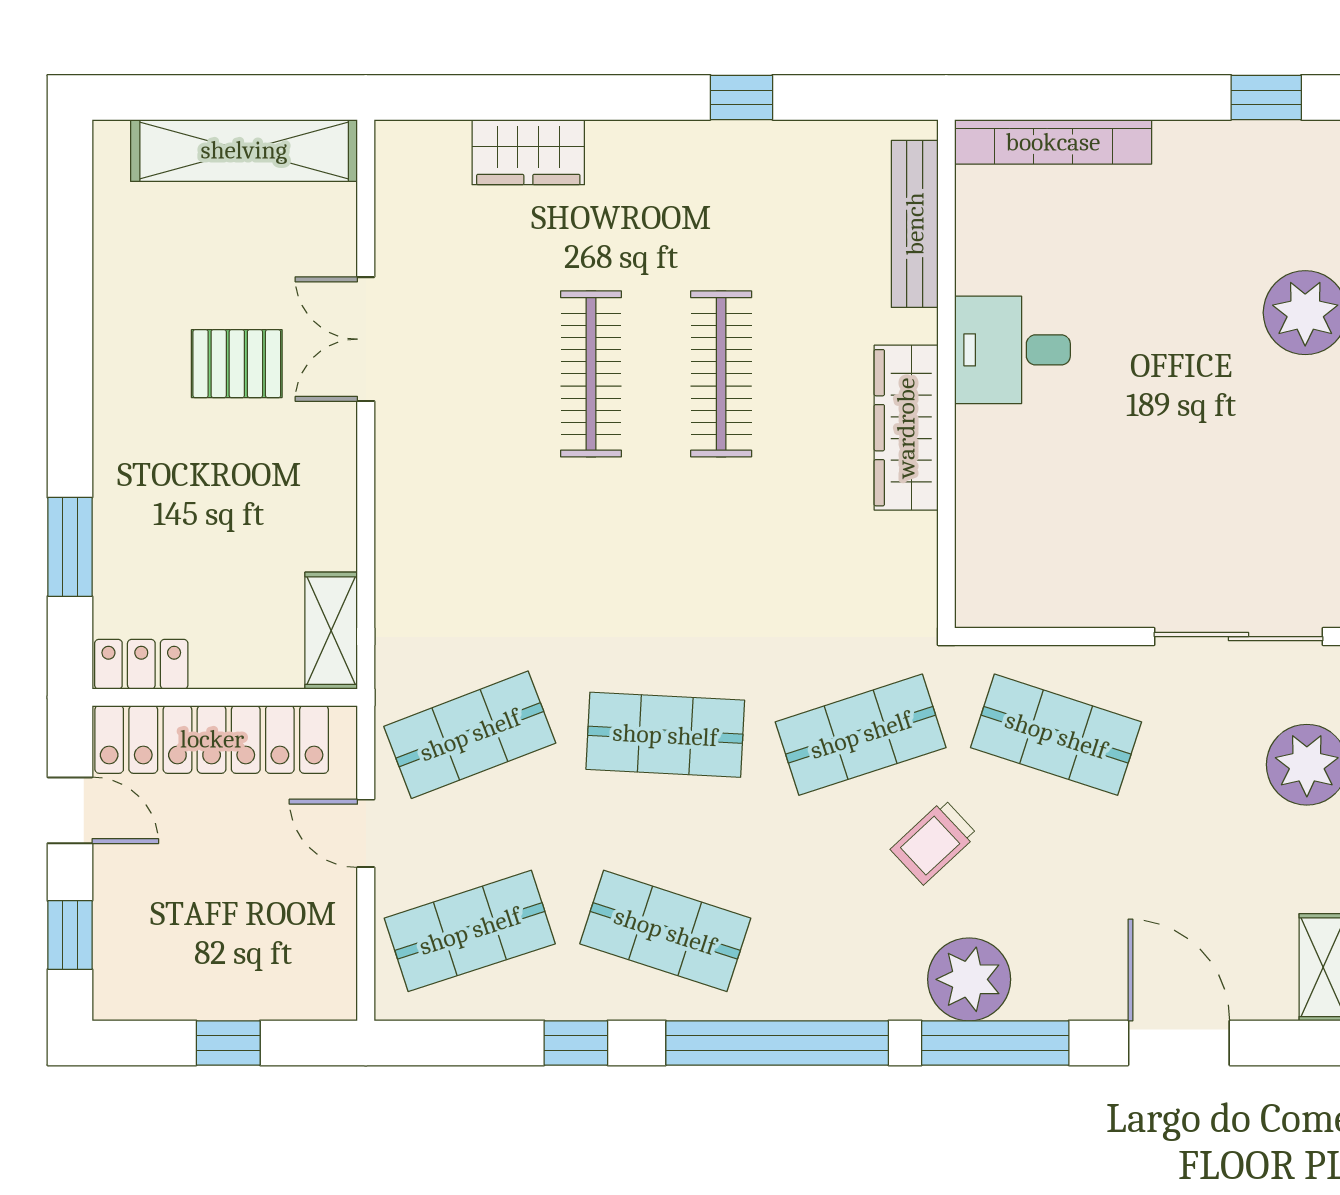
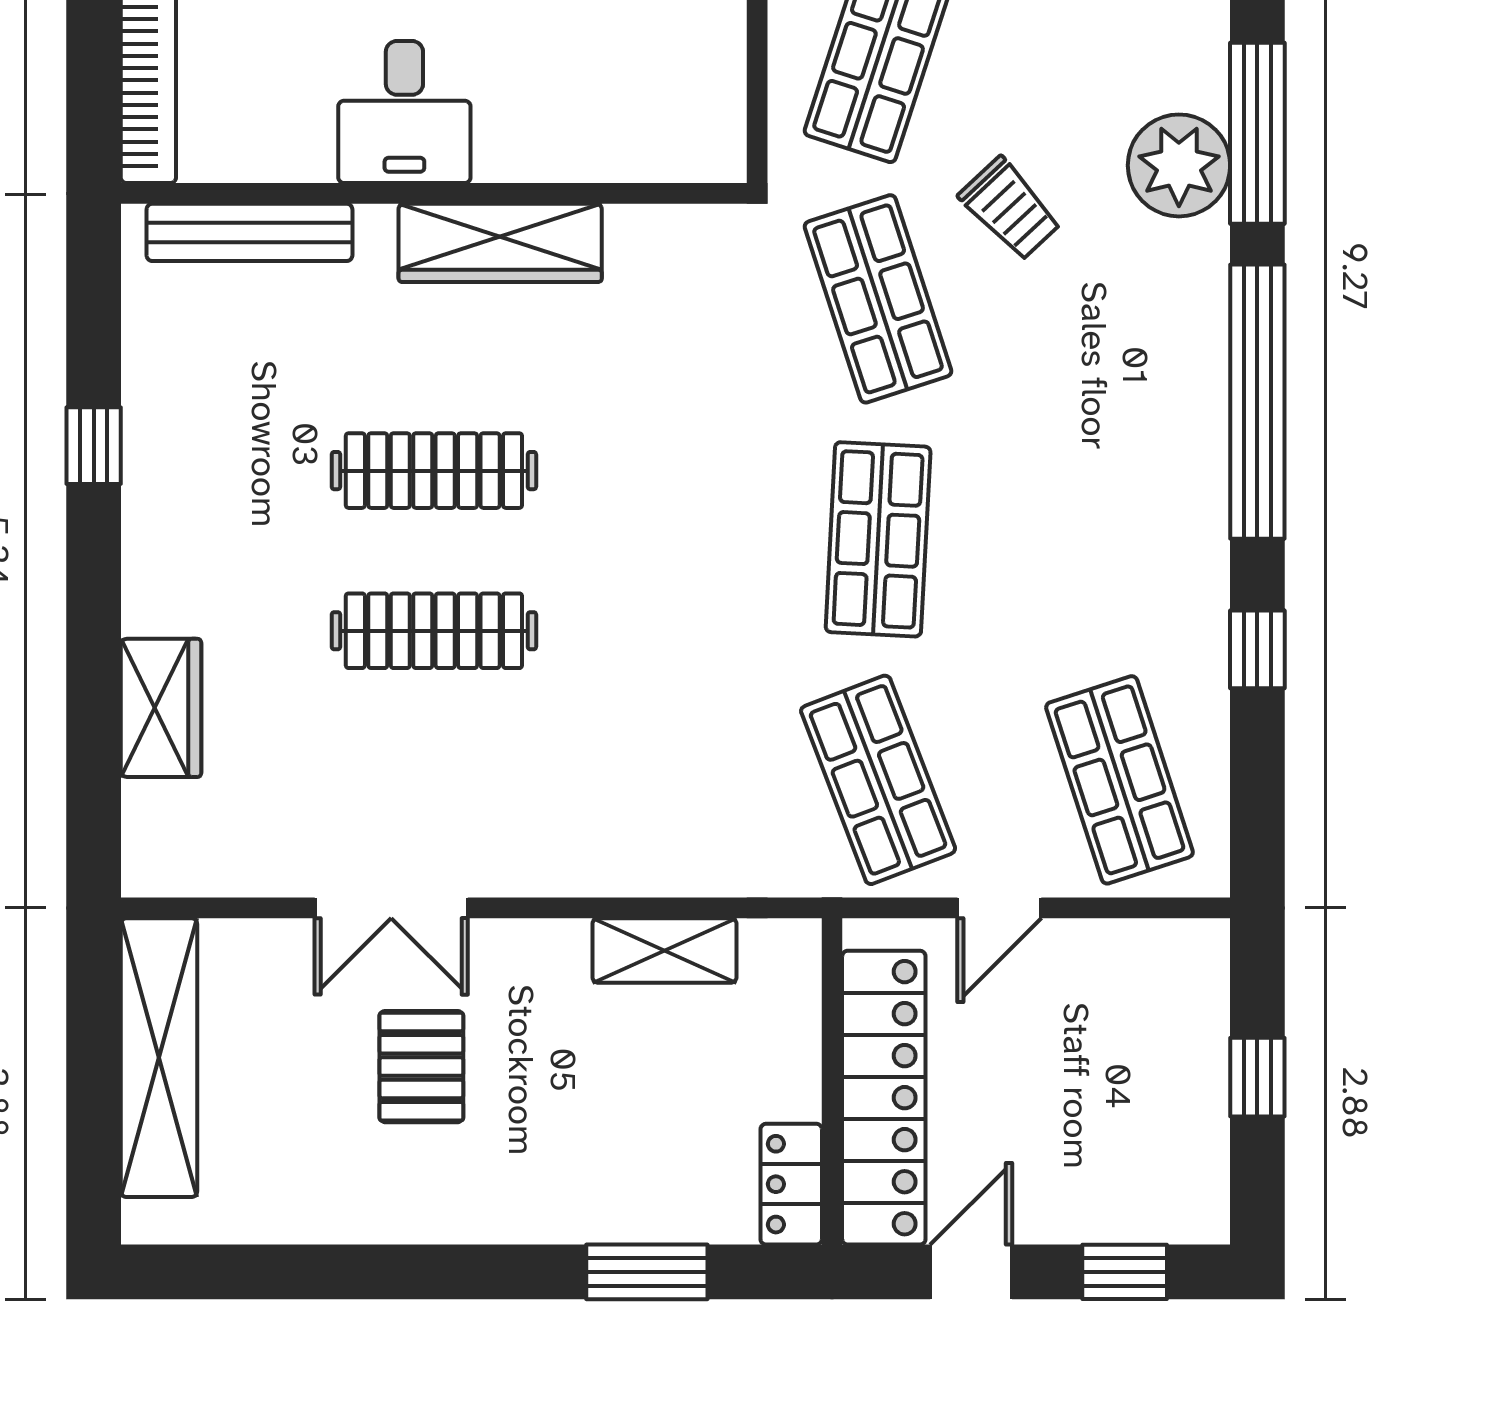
shelving: (331, 631) -> (664, 950), moved
shop shelf: (665, 931) -> (1119, 539), removed

